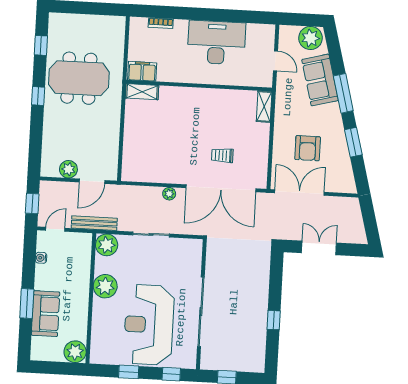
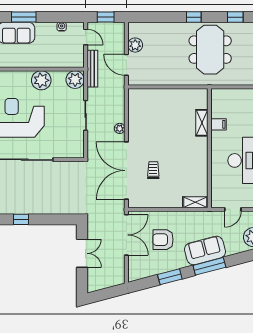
filing cabinet: (142, 71) -> (219, 124), moved, width x0.50
sofa: (320, 80) -> (205, 250), moved
shelving: (142, 92) -> (202, 123), moved

